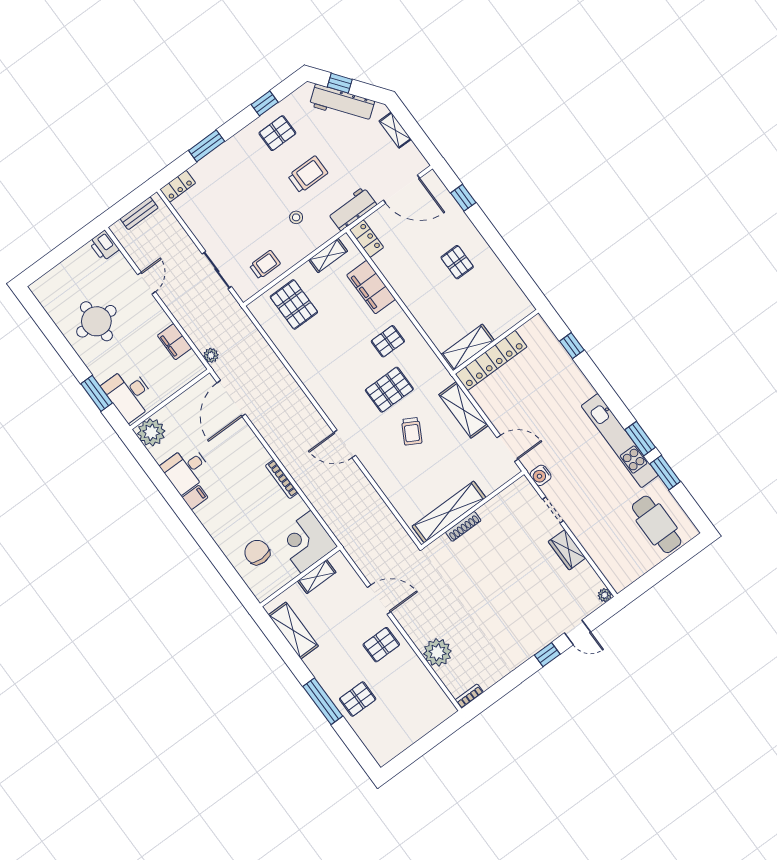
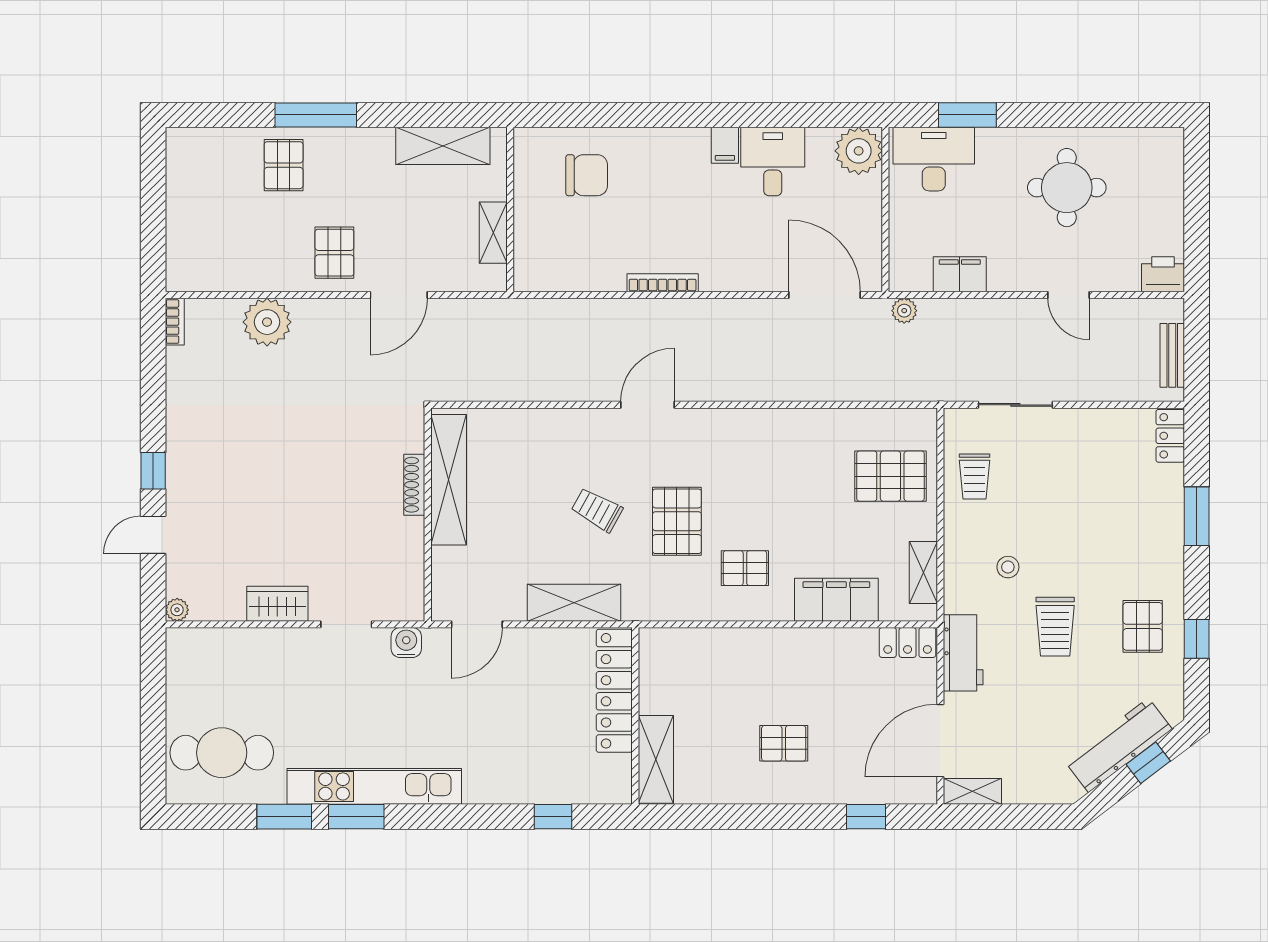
shelving: (395, 130) -> (972, 791), moved
pallet: (388, 341) -> (745, 568), turned 90
shelving: (468, 347) -> (656, 759), moved
corner desk: (306, 542) -> (552, 253), removed

